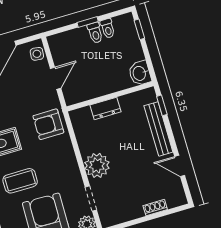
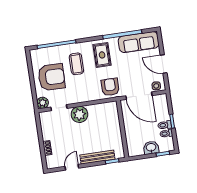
washbasin: (140, 73) -> (151, 148), moved
door: (56, 78) -> (139, 96), width x1.88
dresser: (105, 108) -> (115, 125), removed

